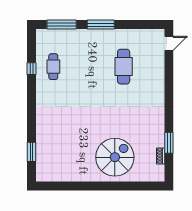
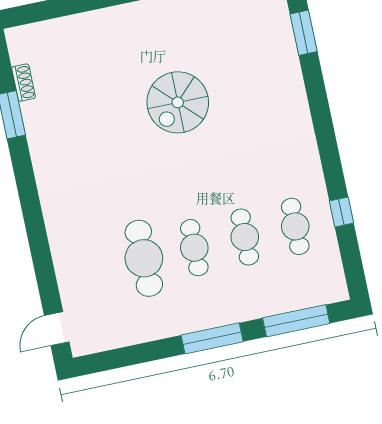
cafe table: (77, 67) -> (245, 237), added
cafe table: (100, 67) -> (194, 248), added
spiral stairs: (115, 157) -> (178, 102), moved, width x0.73, depth x0.73

